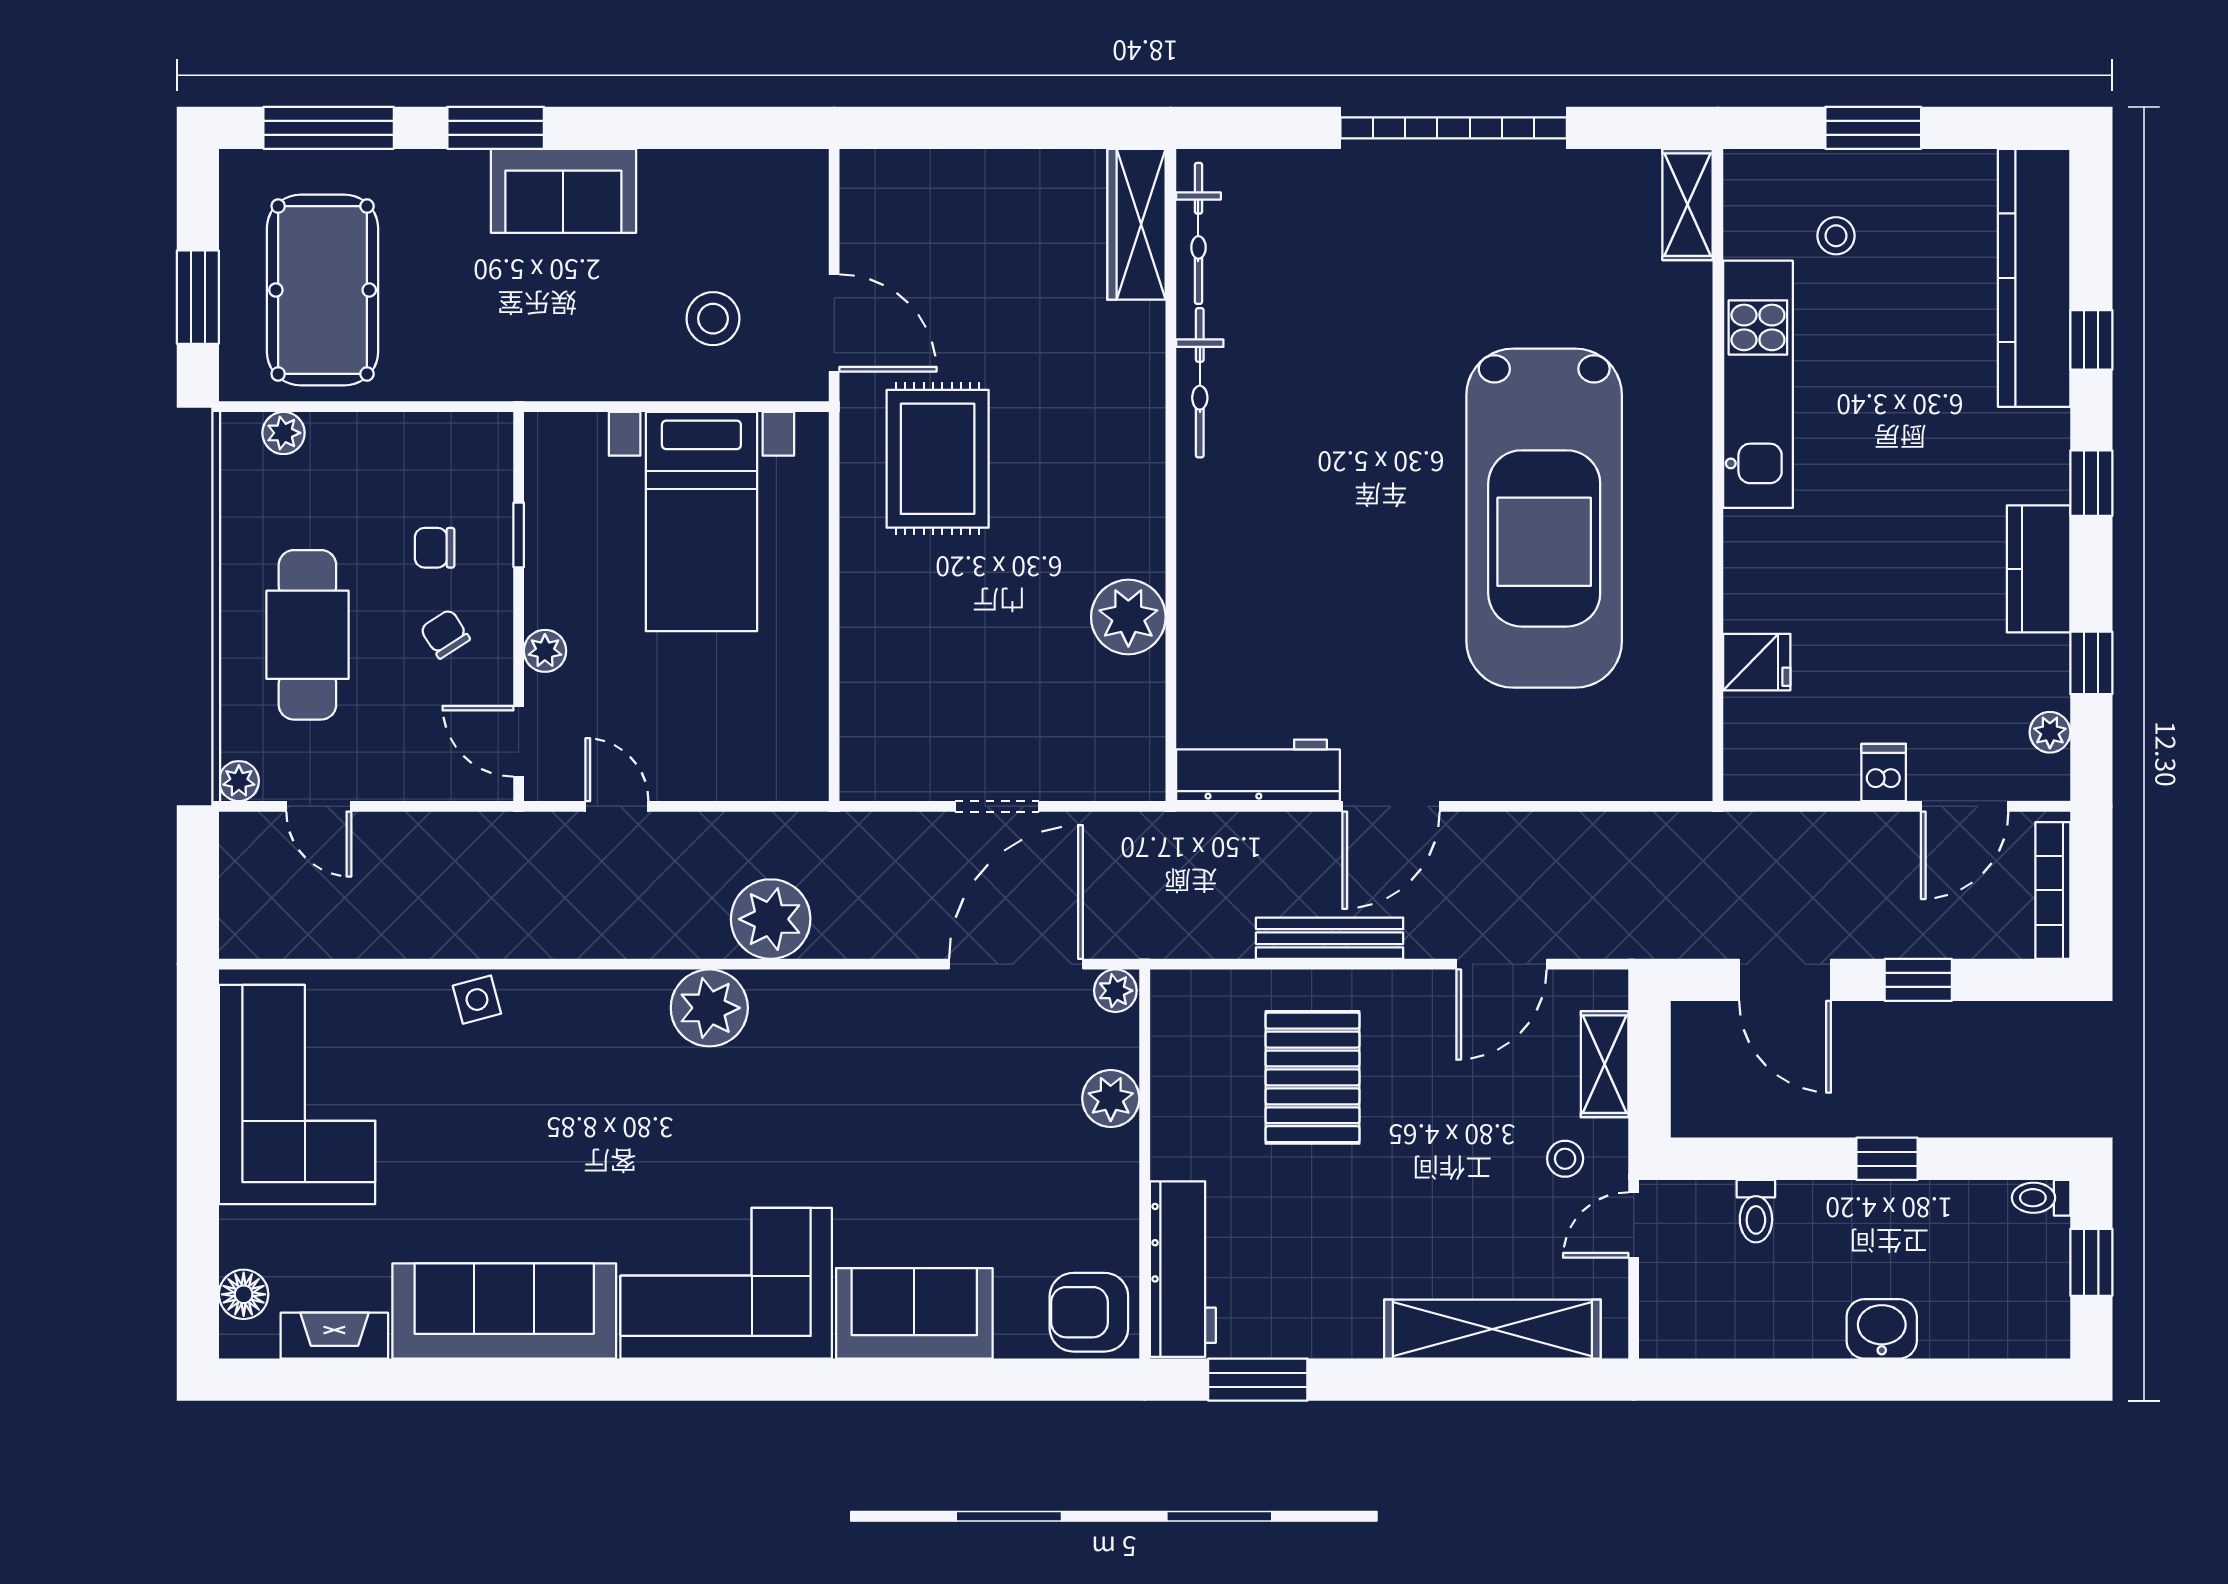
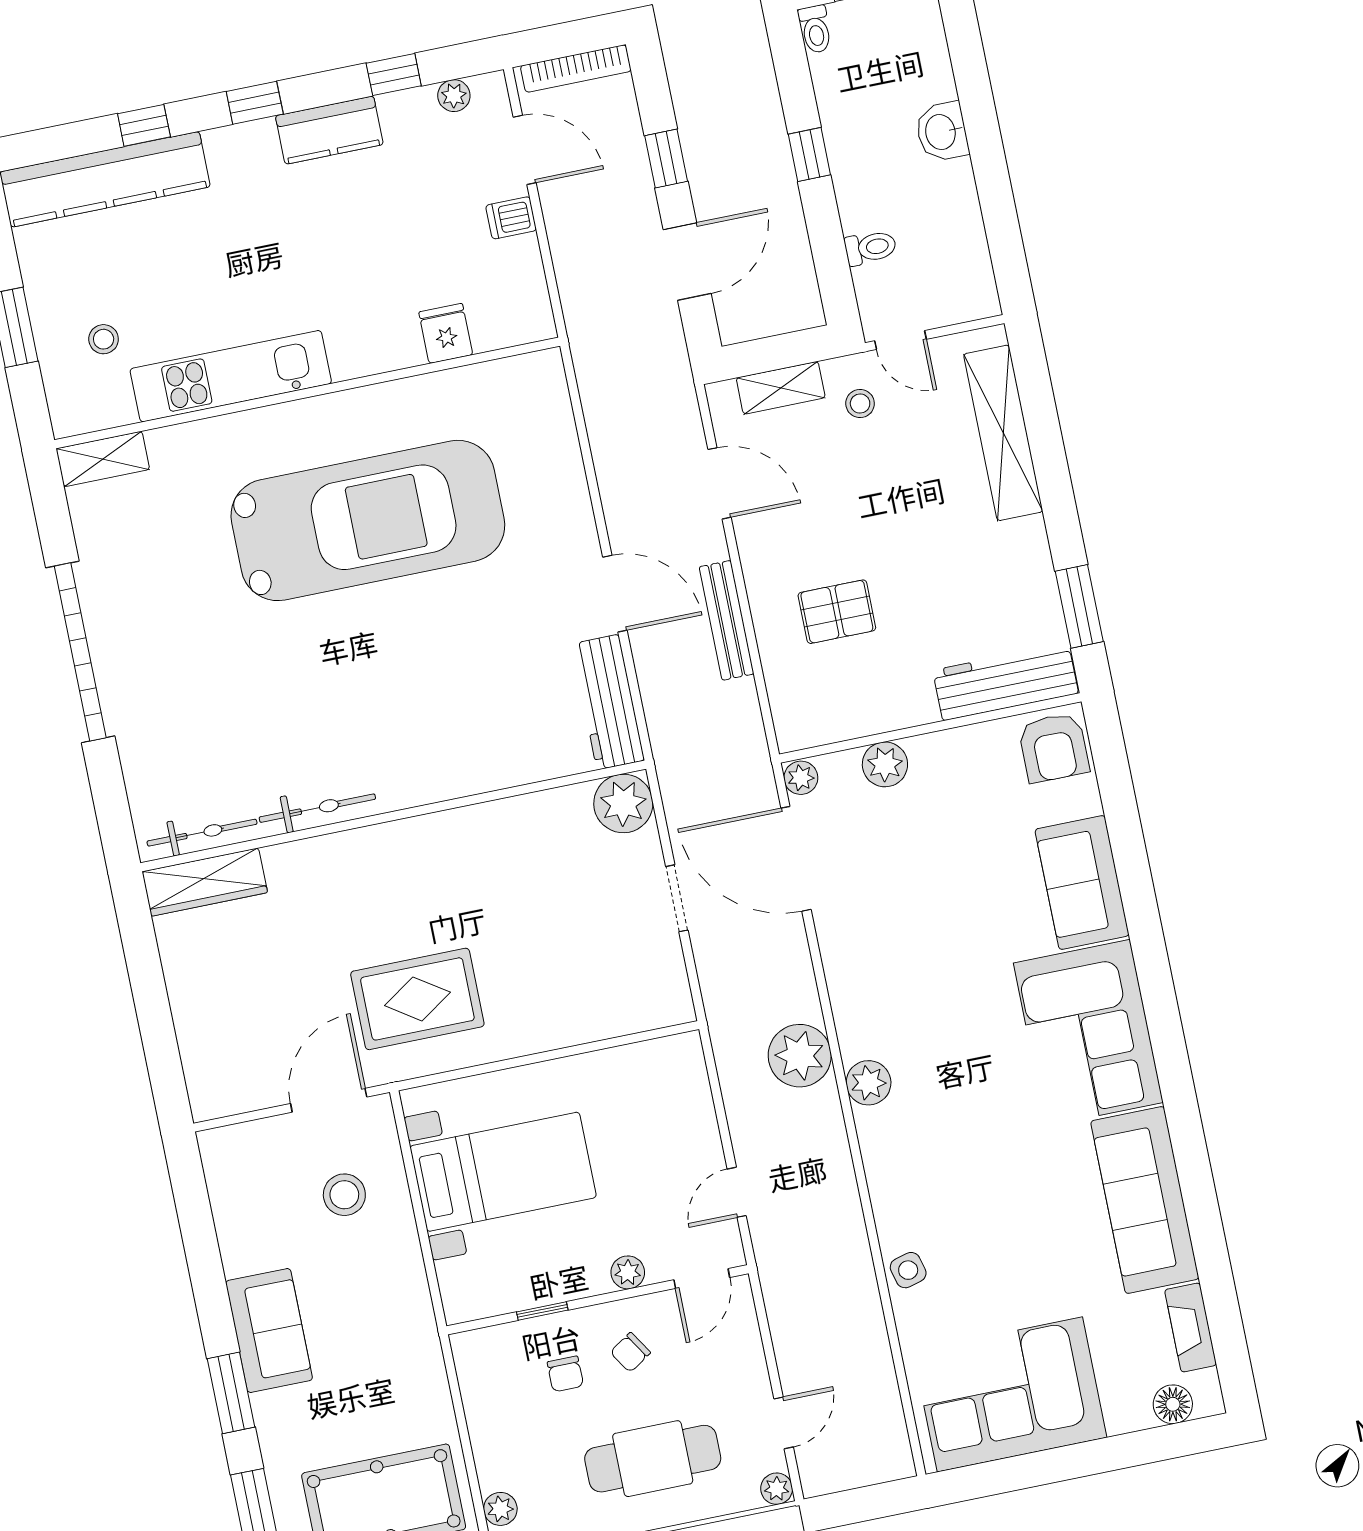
plant: (1128, 617) -> (623, 803), moved
plant: (709, 1008) -> (868, 1083), width x0.73, depth x0.73
pallet: (1312, 1077) -> (837, 612), width x0.67, depth x0.71

